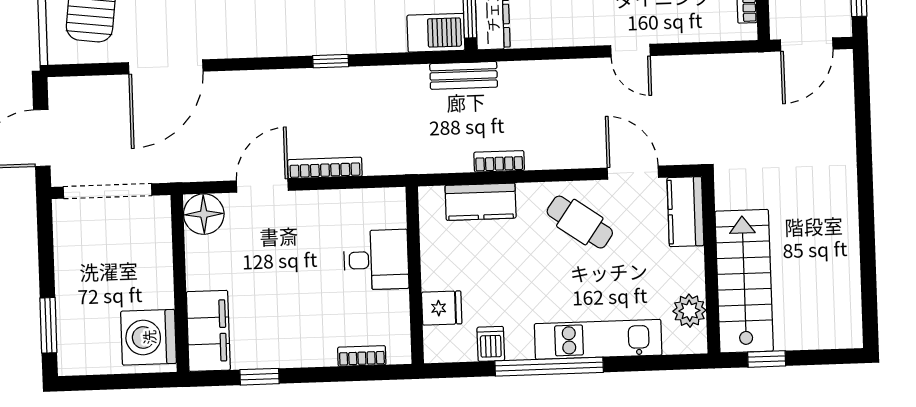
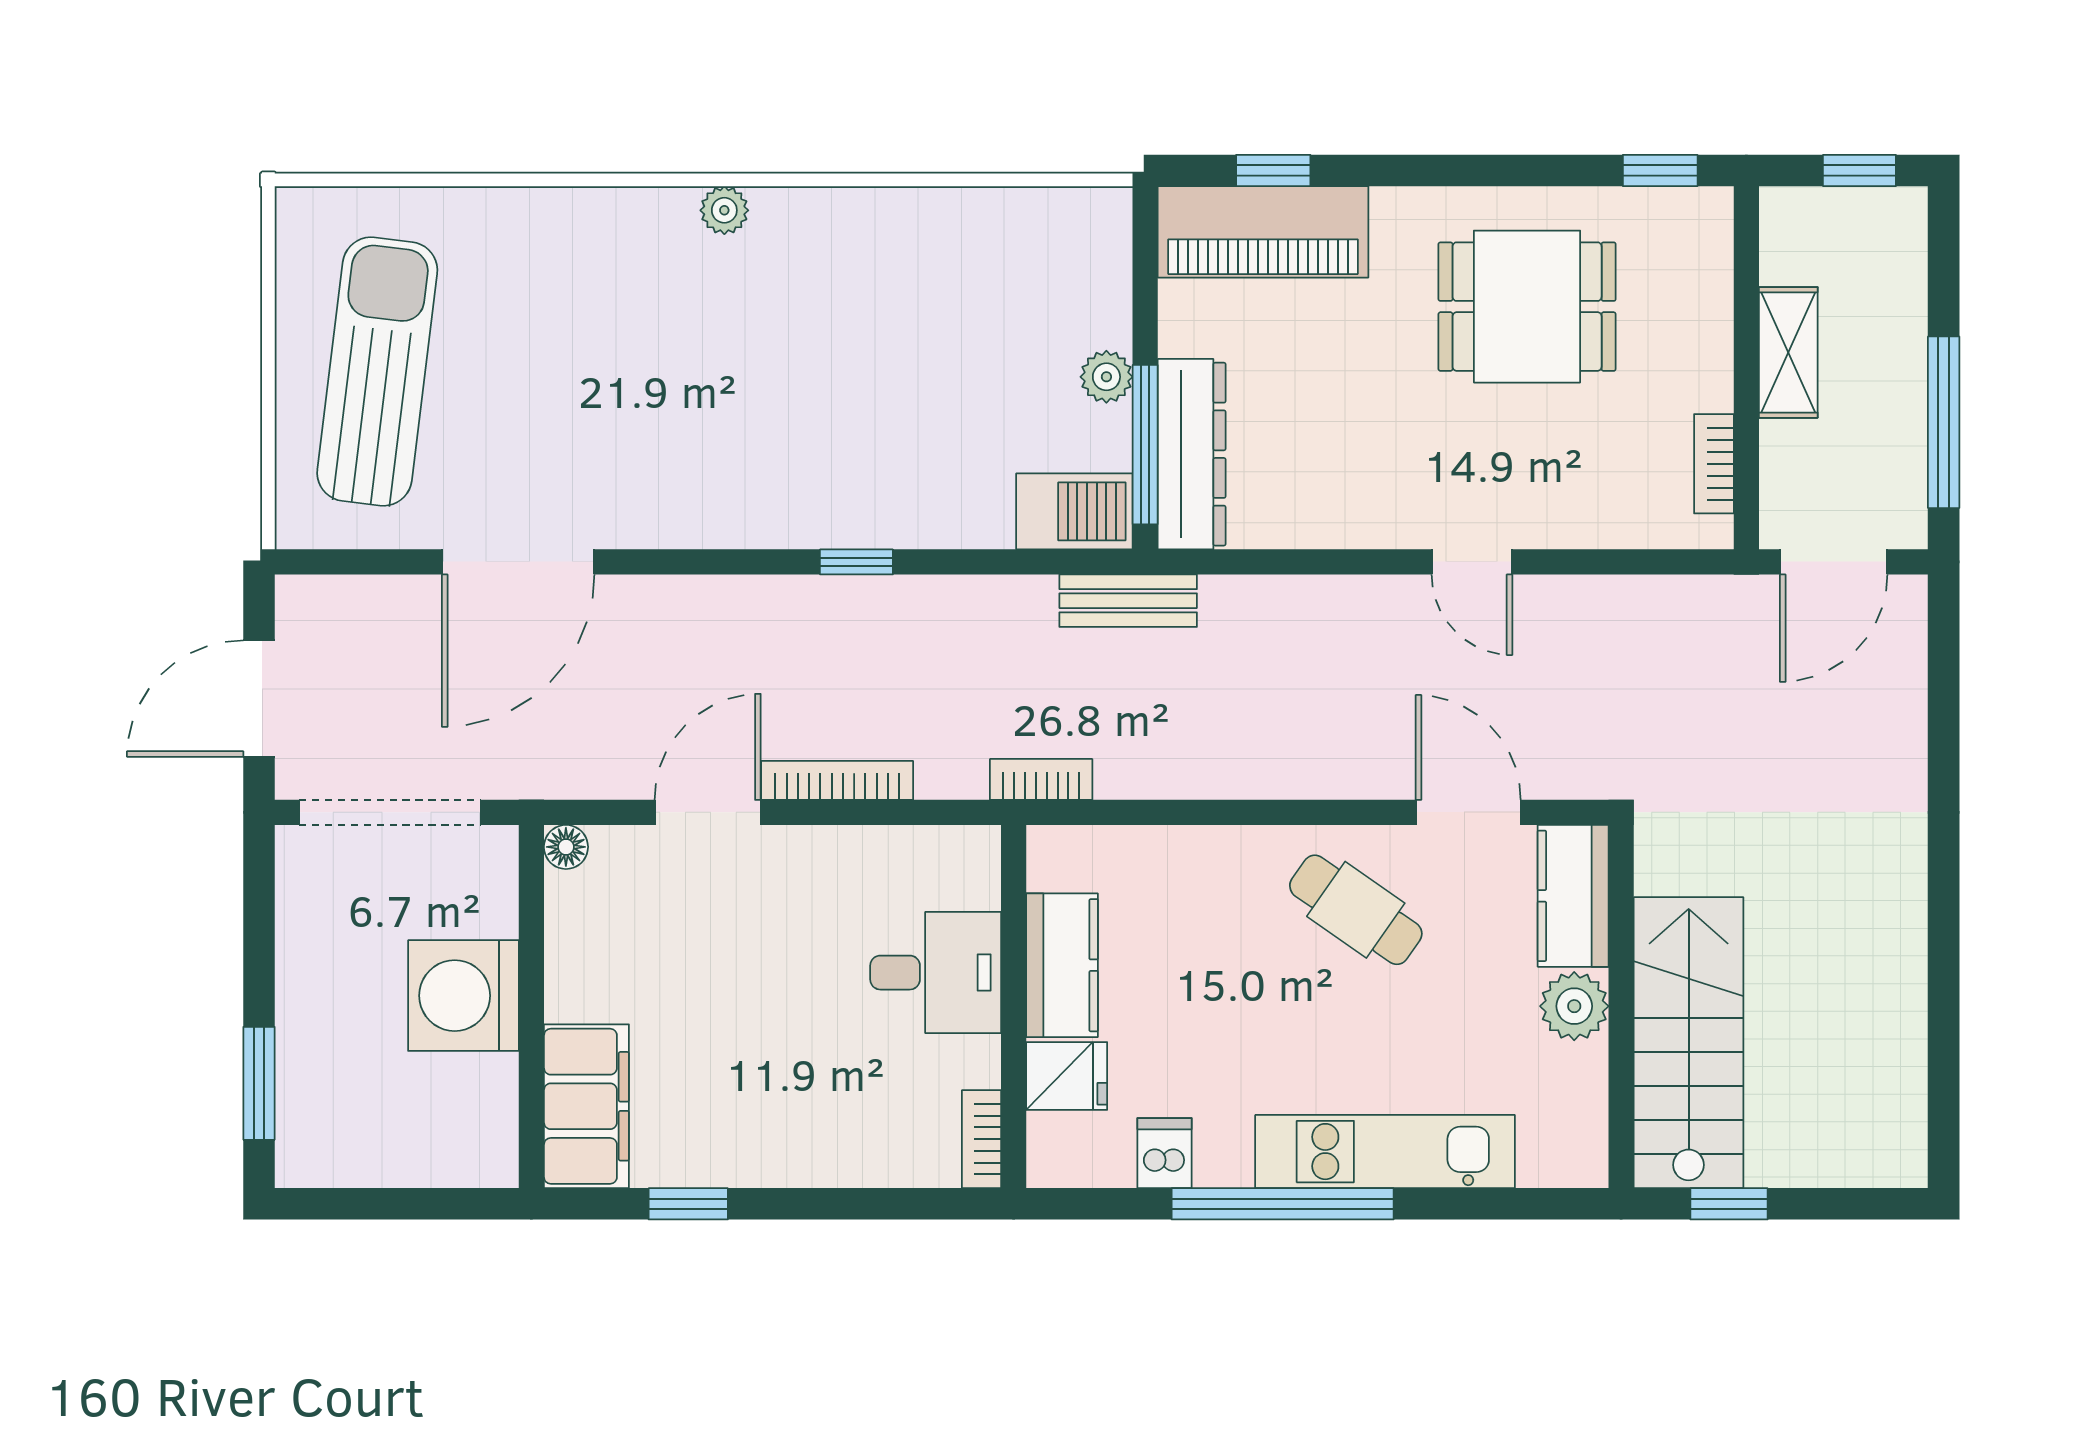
bookcase: (499, 161) -> (1041, 779), moved
kitchen counter: (481, 202) -> (1062, 965), moved, turned -90
floor lamp: (204, 214) -> (566, 847), width x0.53, depth x0.53
plant: (689, 311) -> (1574, 1006), moved
washing machine: (149, 337) -> (463, 996), moved
bookcase: (362, 356) -> (981, 1139), moved, turned -90

